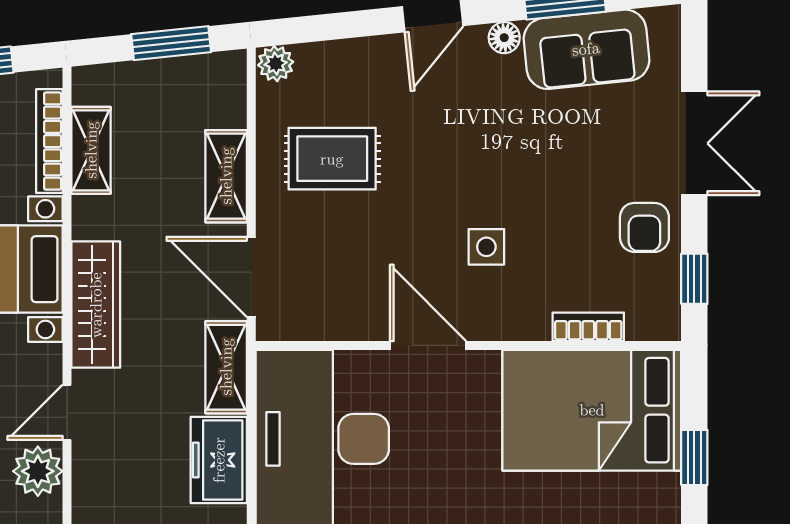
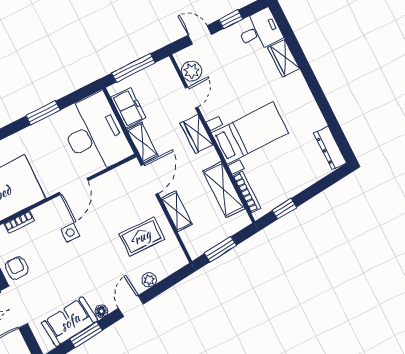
plant: (276, 64) -> (149, 280), moved
shelving: (91, 150) -> (224, 190), width x1.50, depth x1.33
door: (251, 277) -> (150, 179), hinge flipped
wardrobe: (96, 305) -> (197, 134), width x0.67
door: (428, 345) -> (74, 187), hinge flipped

